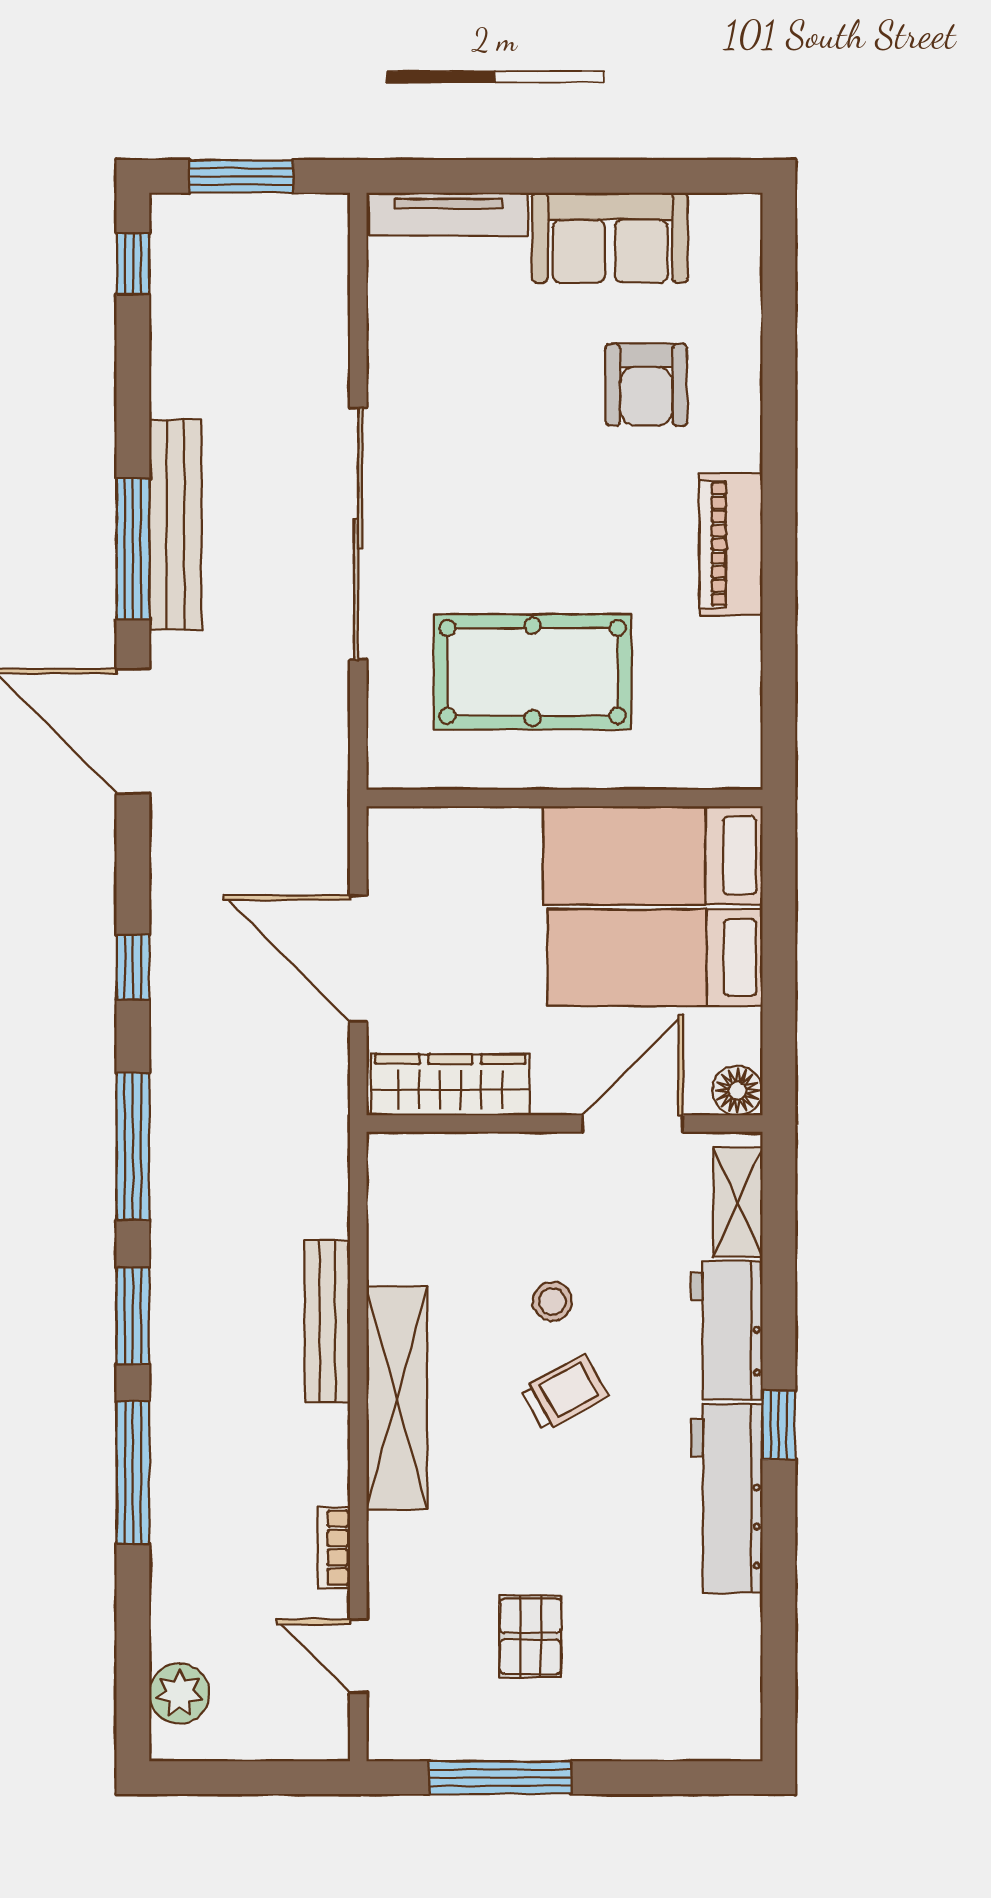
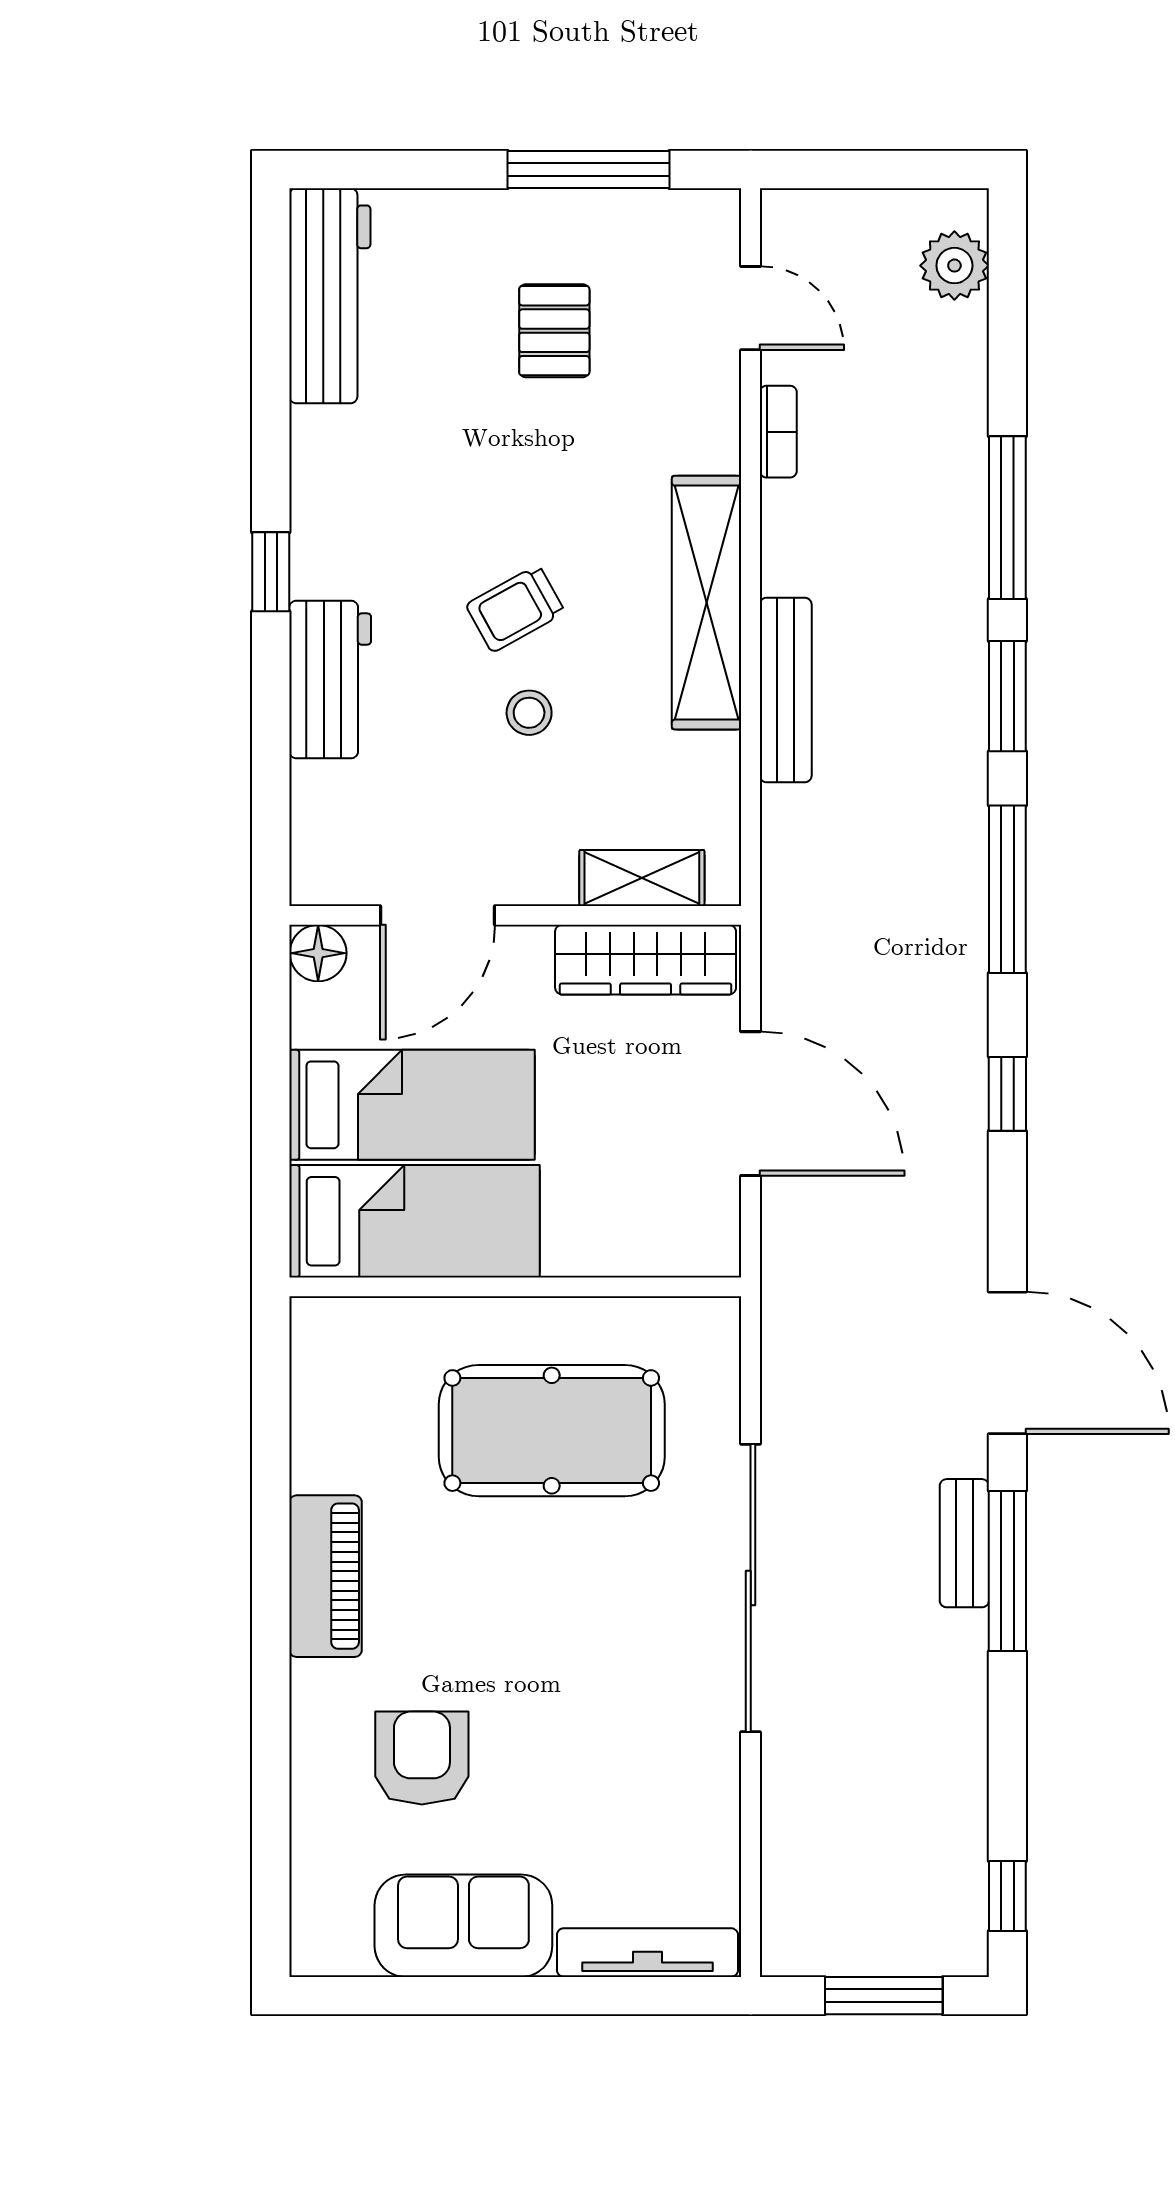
bench: (175, 524) -> (964, 1543), width x0.54, depth x0.82
shelving: (738, 1202) -> (642, 878), moved, turned 90
workbench: (727, 1498) -> (330, 296), moved

